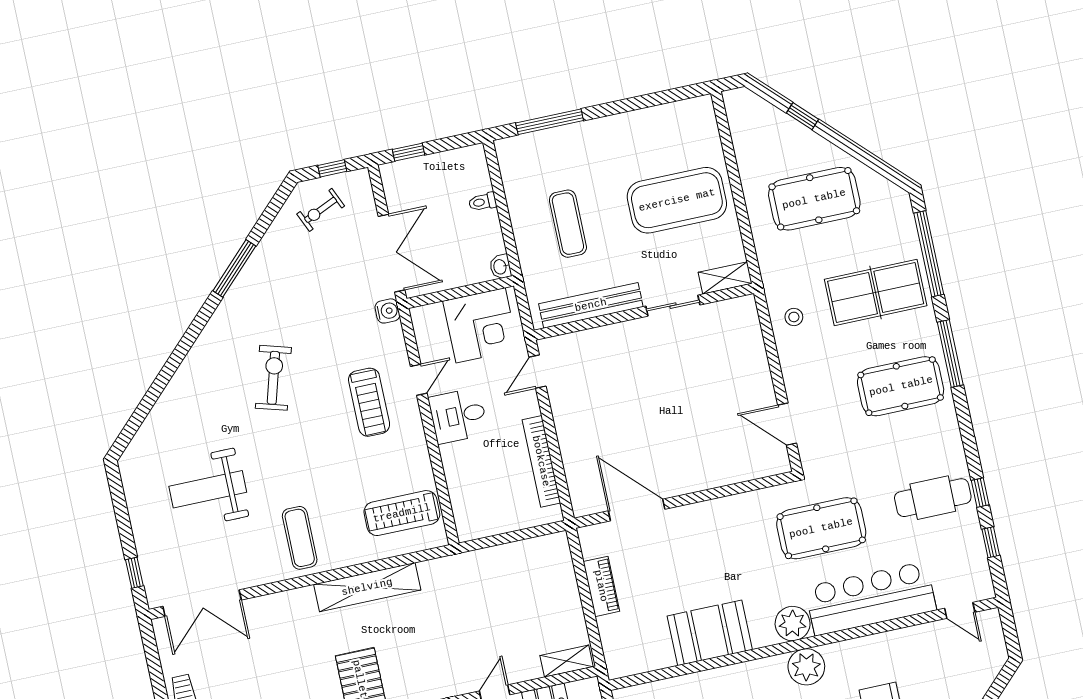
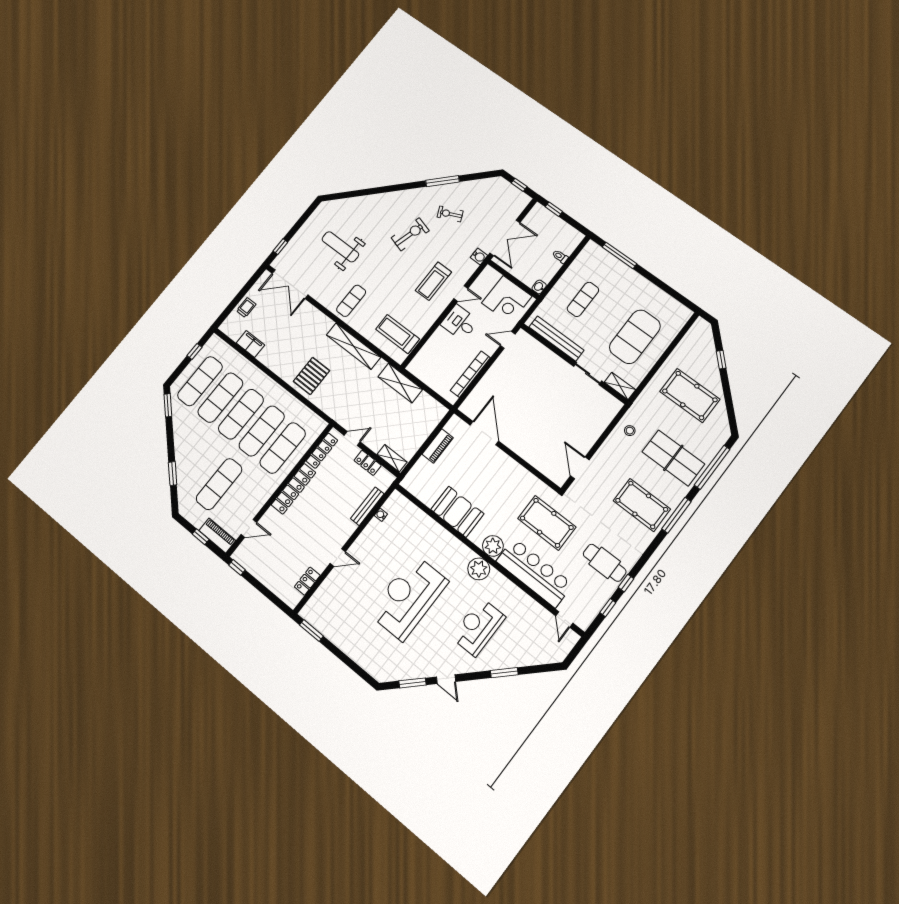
exercise mat: (677, 200) -> (635, 337), turned 90
exercise bike: (321, 210) -> (450, 214), moved
shelving: (473, 566) -> (400, 383), added

